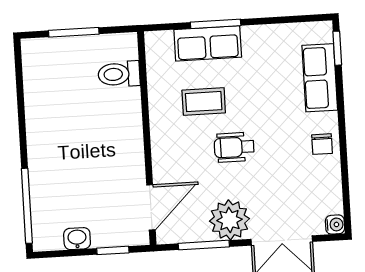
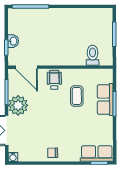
row of seats: (320, 78) -> (97, 153), moved
wheelchair: (234, 147) -> (54, 80), moved
washbasin: (77, 239) -> (13, 41), moved

